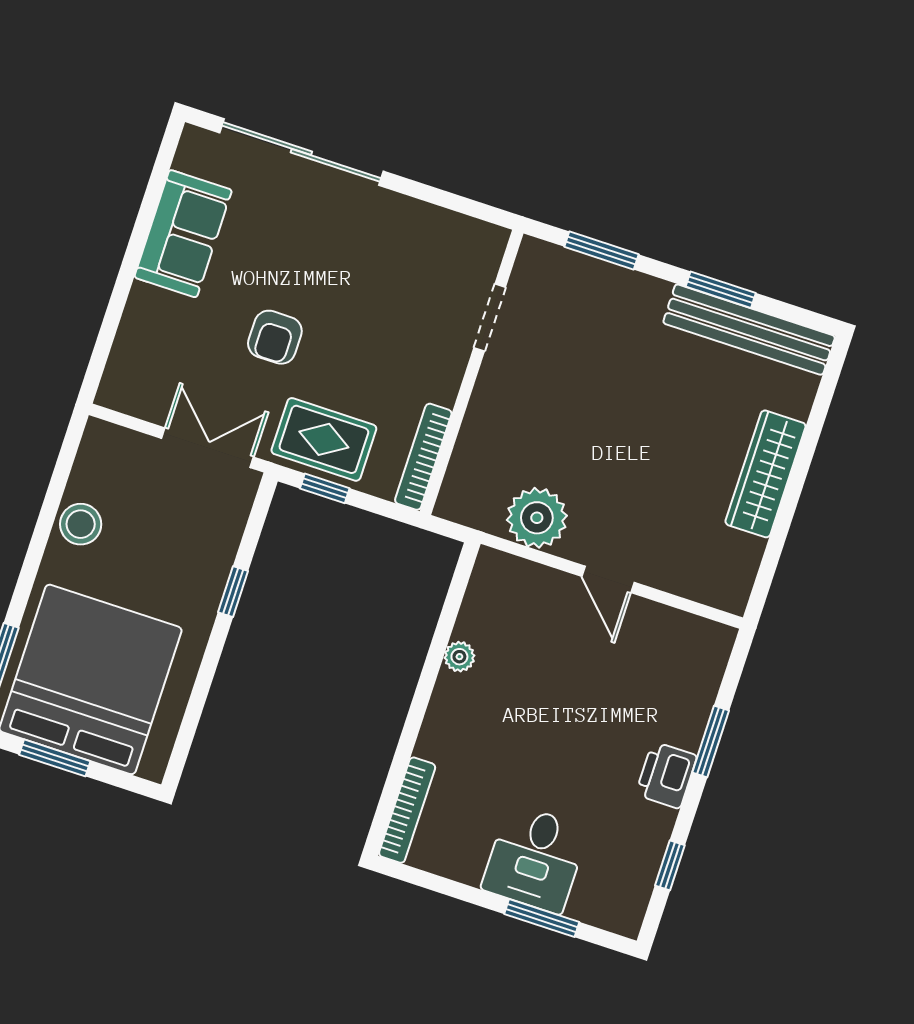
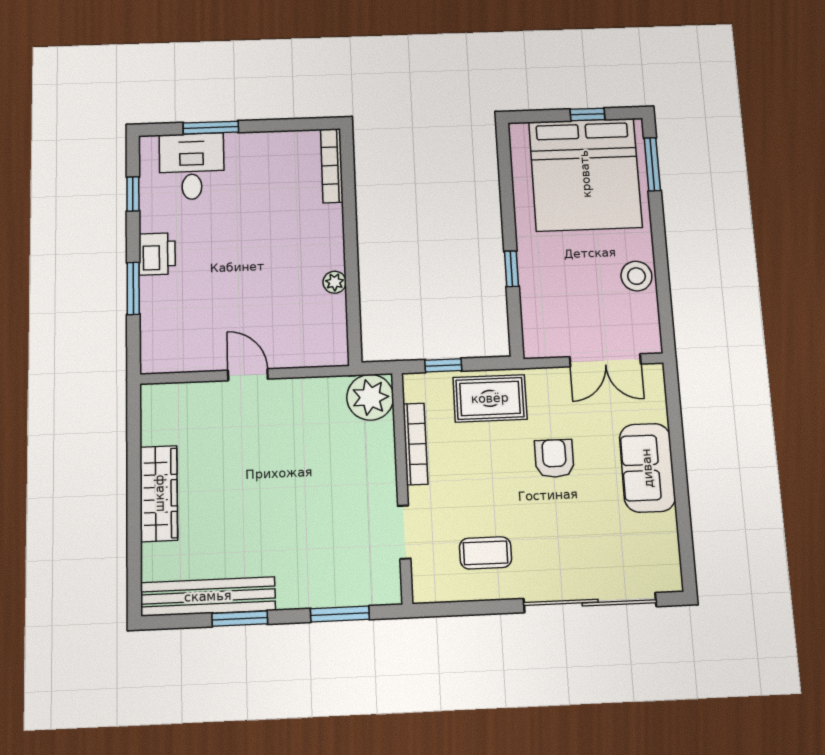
sofa: (183, 234) -> (647, 468), moved
coffee table: (402, 256) -> (486, 553), added
double door: (208, 448) -> (605, 360), moved
bookcase: (423, 457) -> (415, 444), moved
window: (325, 488) -> (443, 365), moved
plant: (537, 518) -> (370, 397), moved
window: (55, 758) -> (587, 114), width x0.67
desk: (535, 859) -> (192, 166), moved

